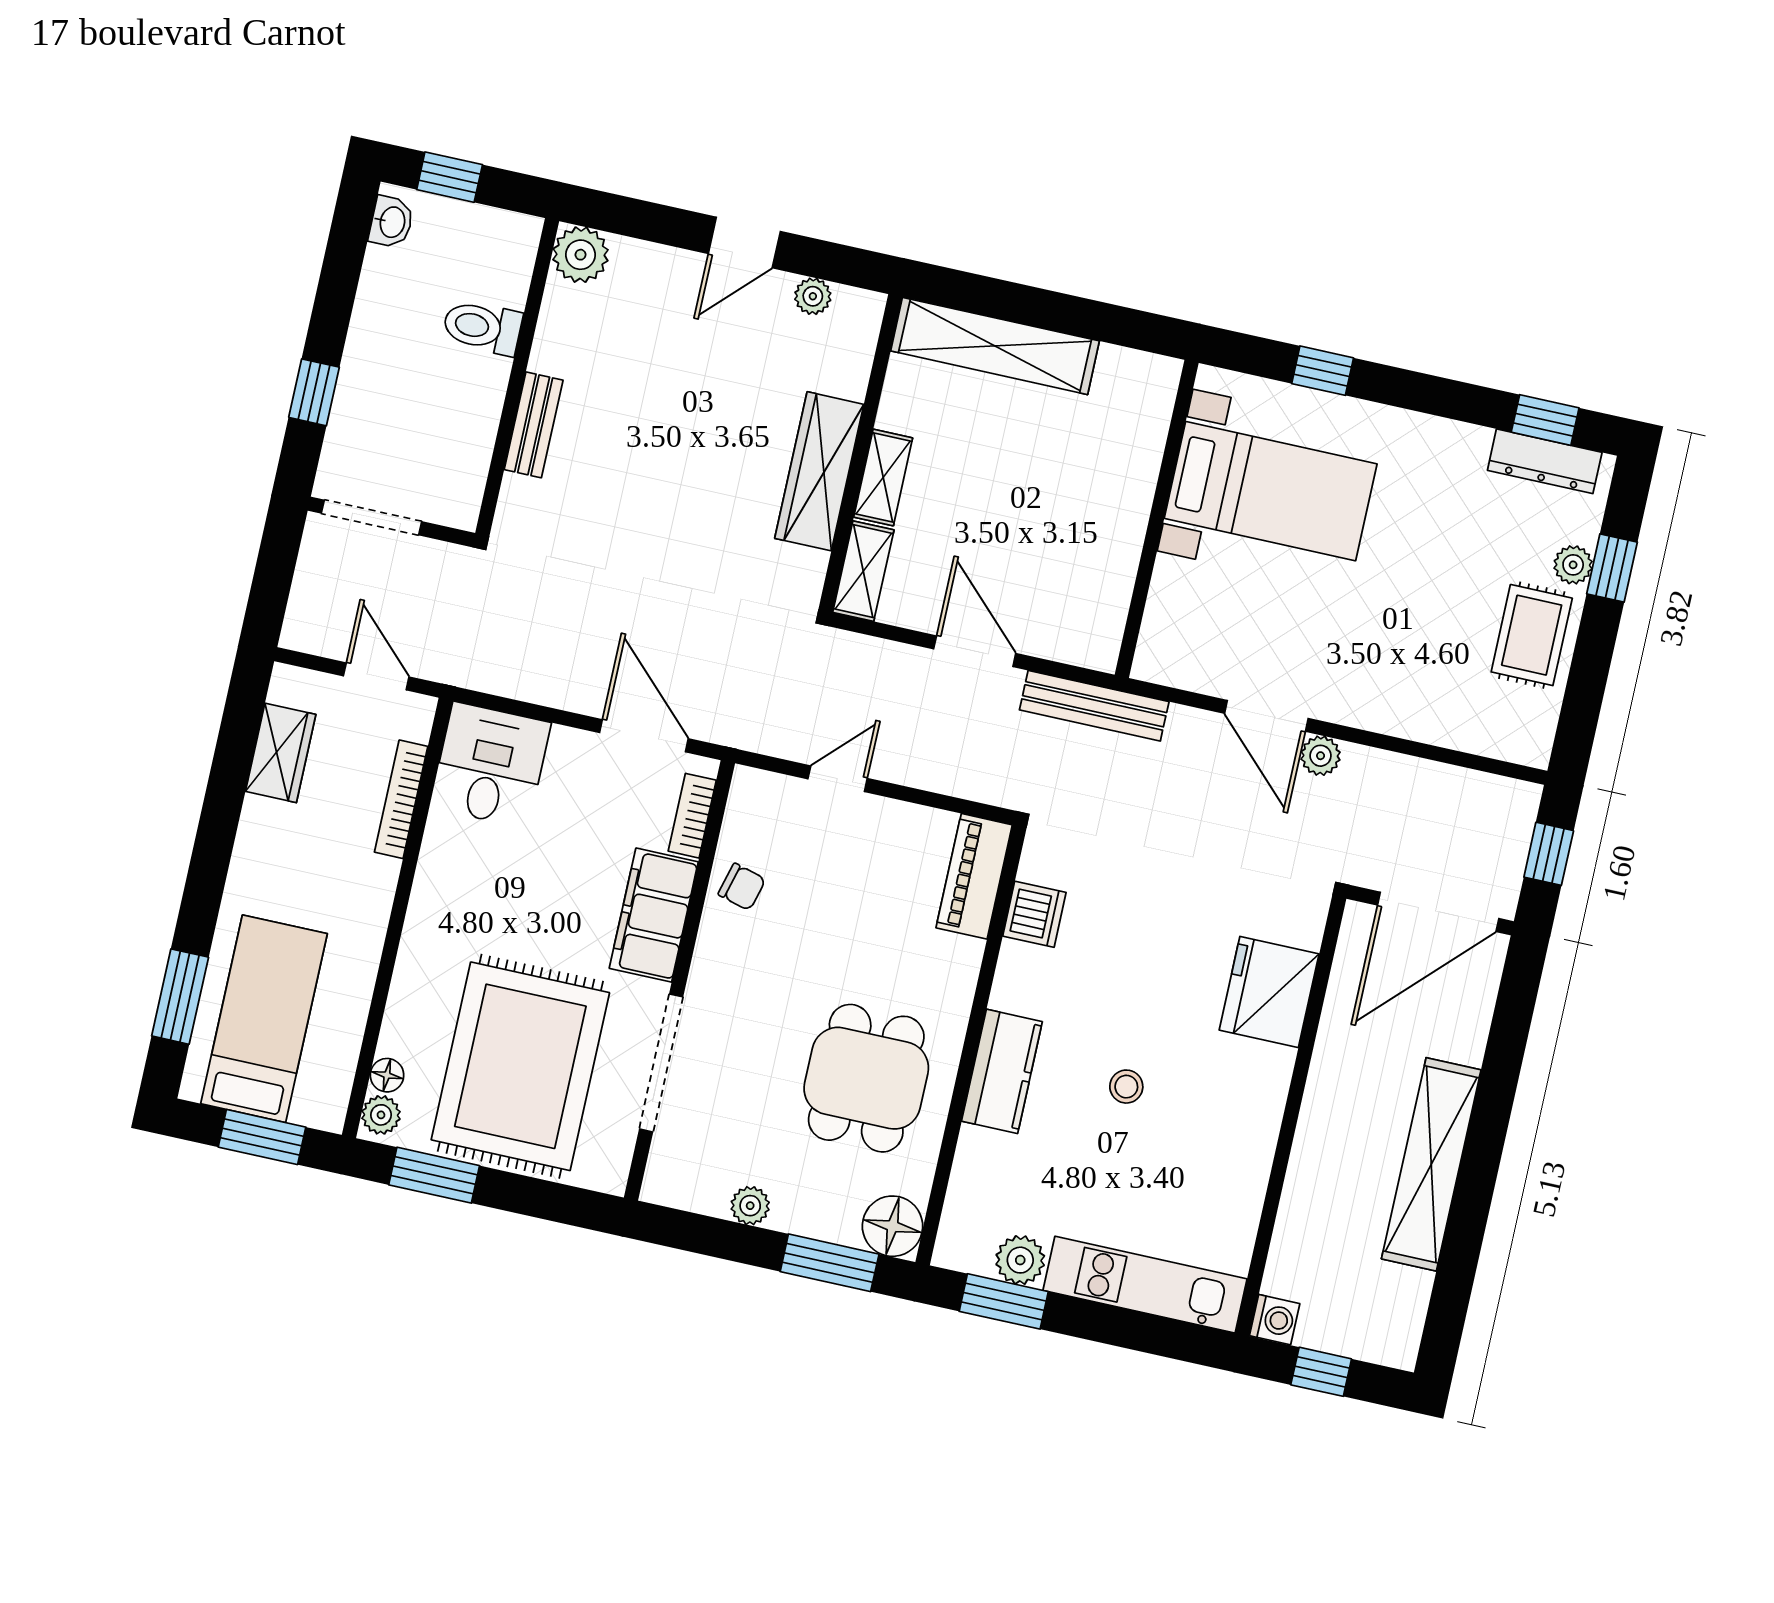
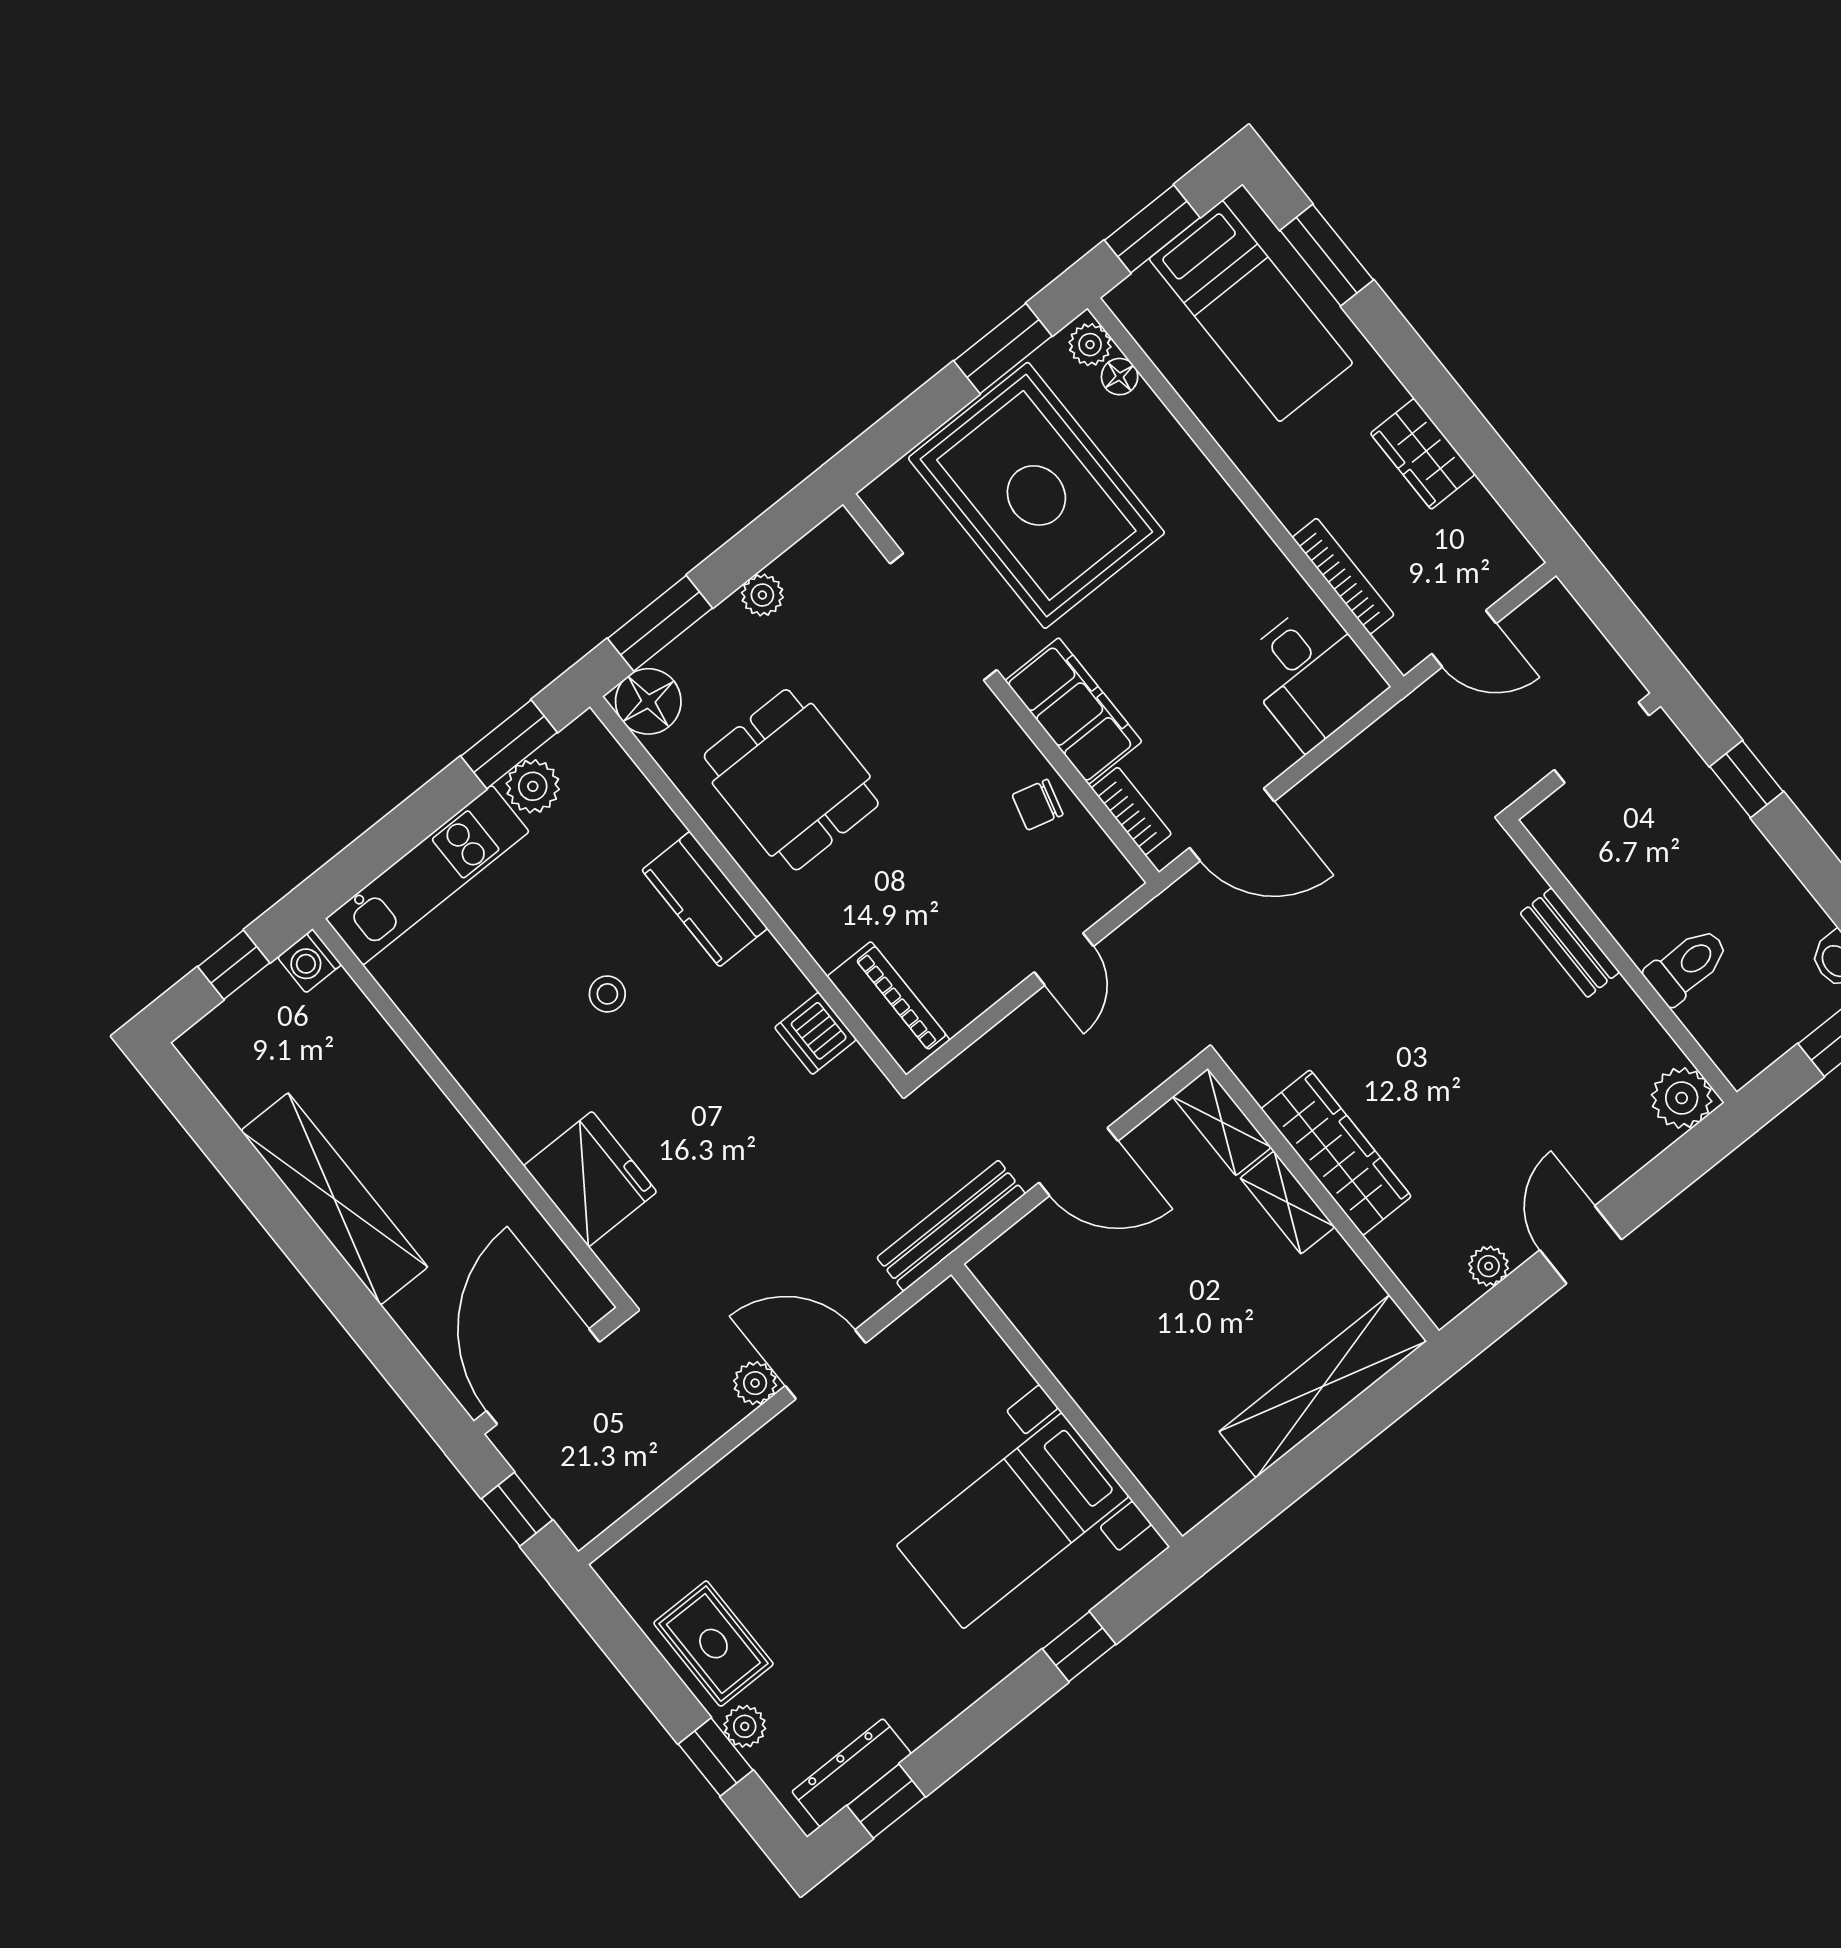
wardrobe: (281, 753) -> (1423, 454), moved

